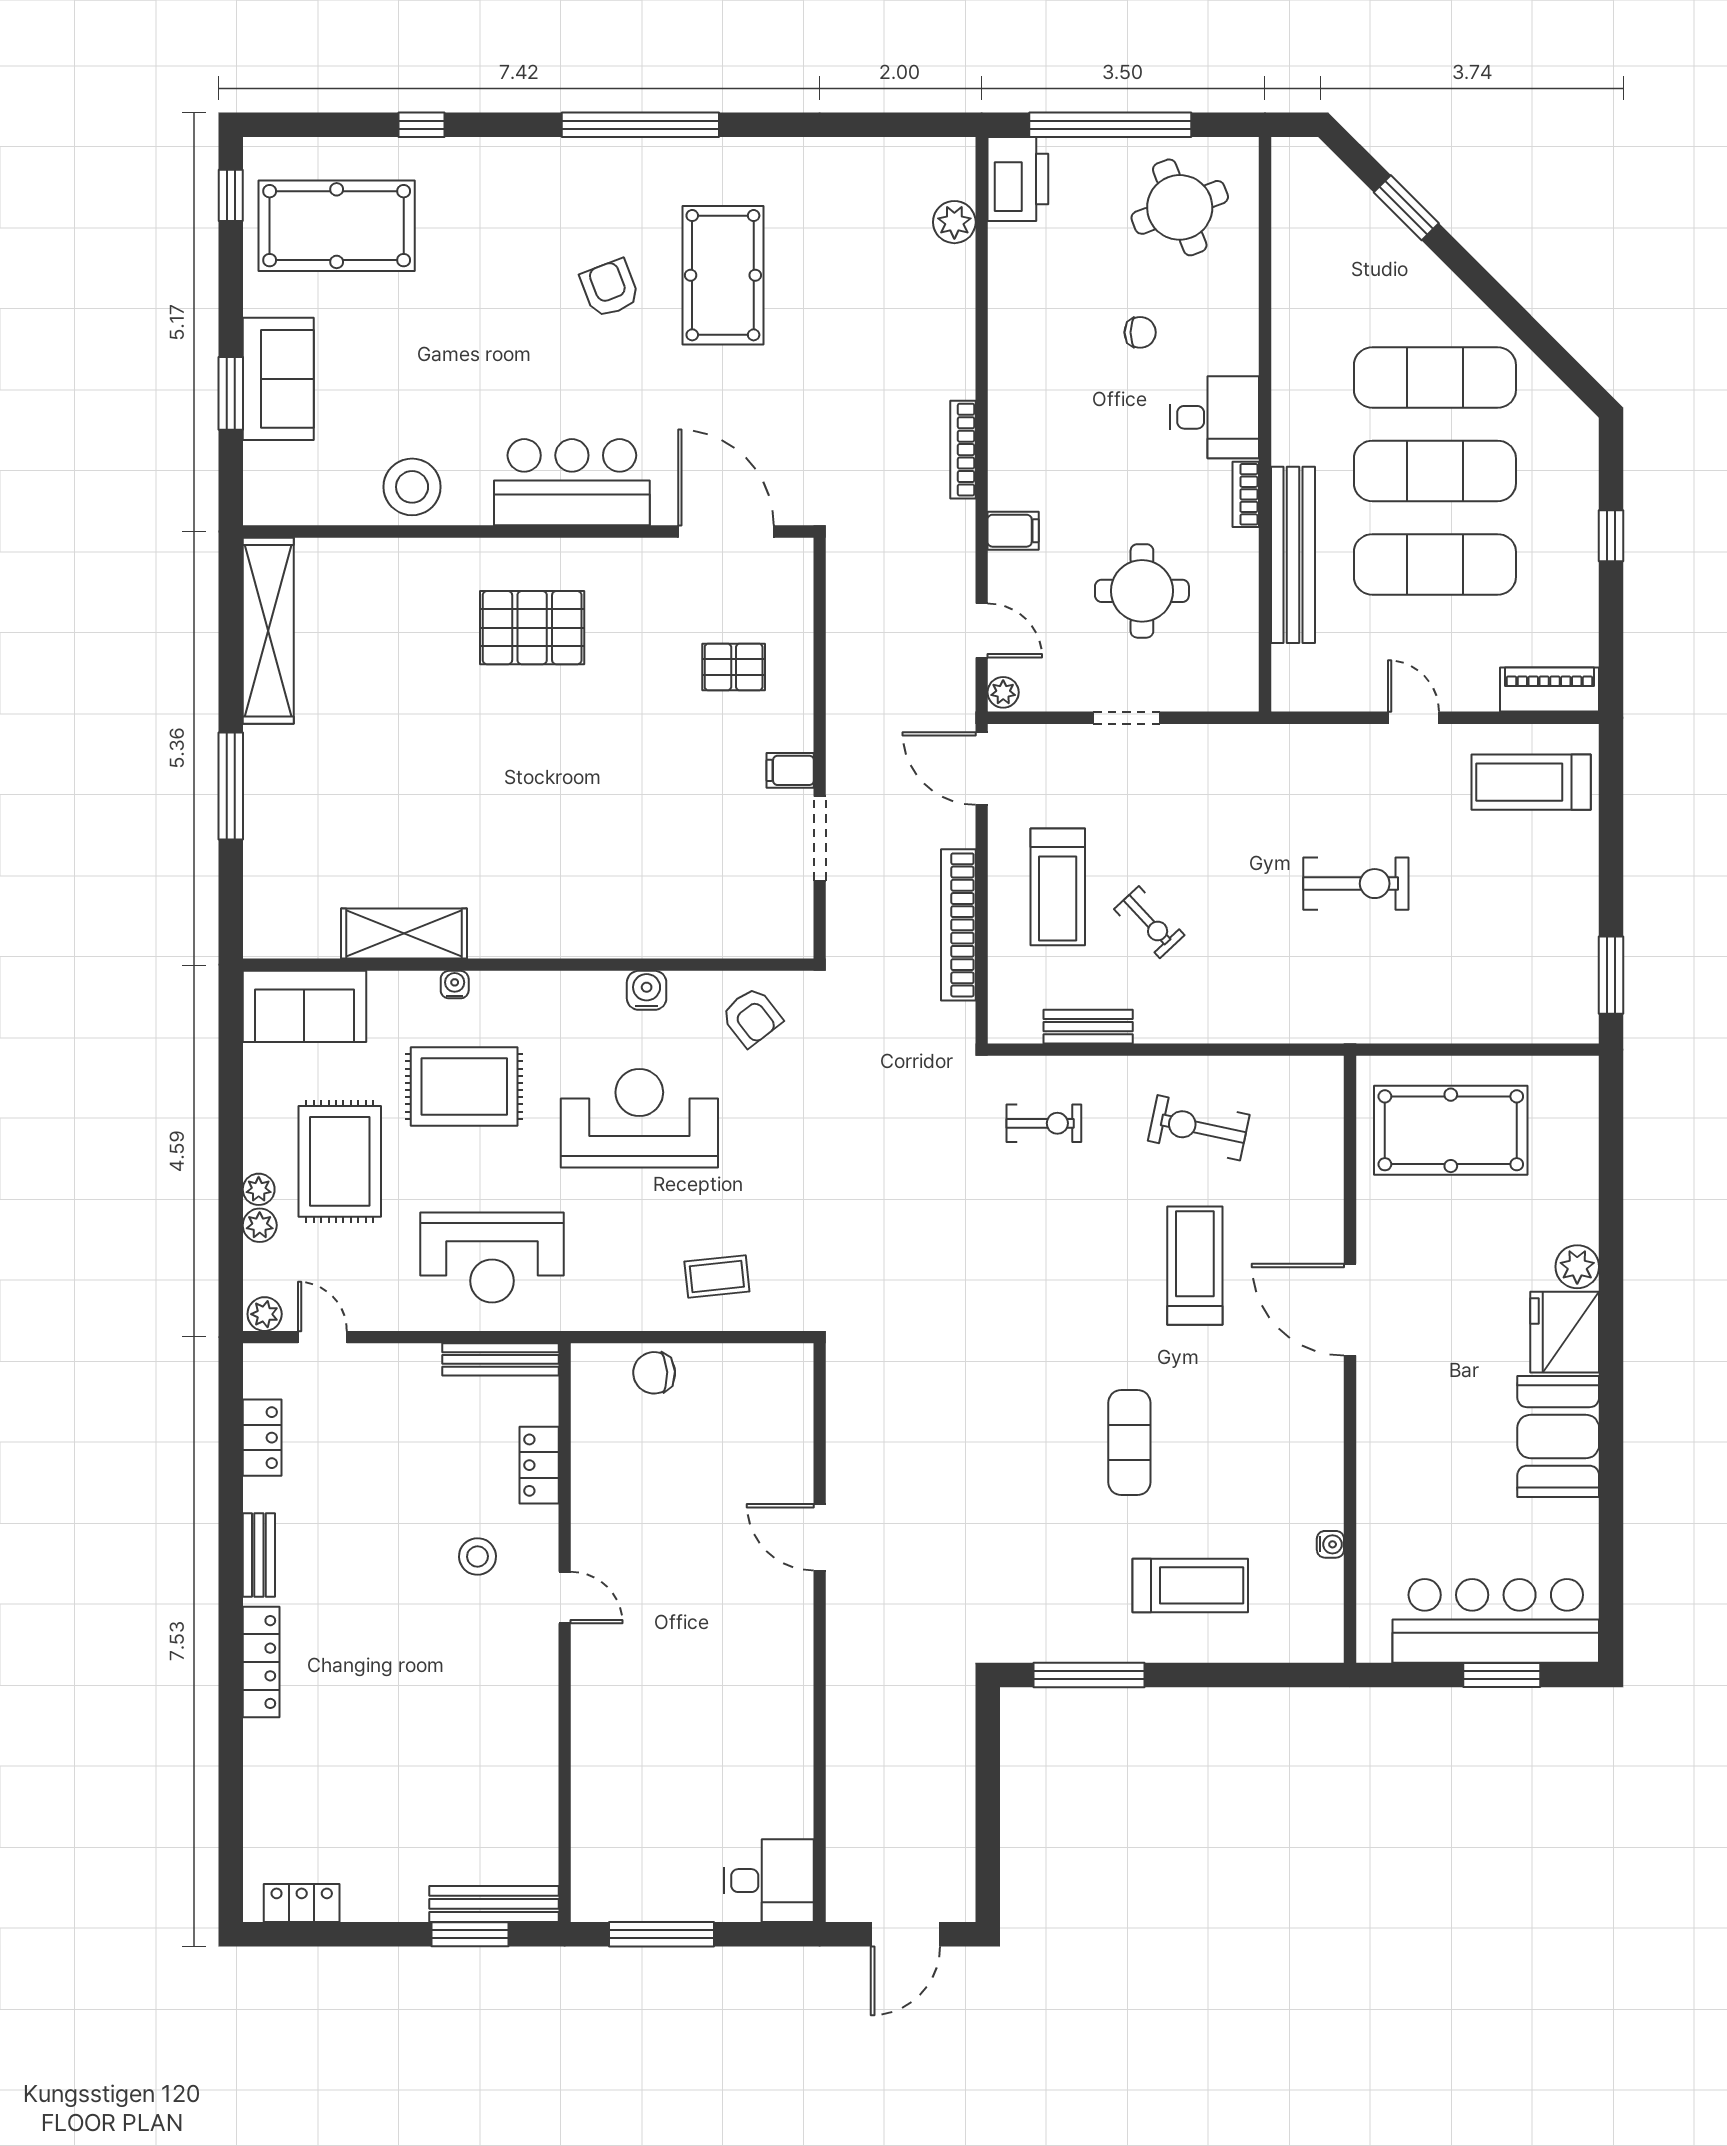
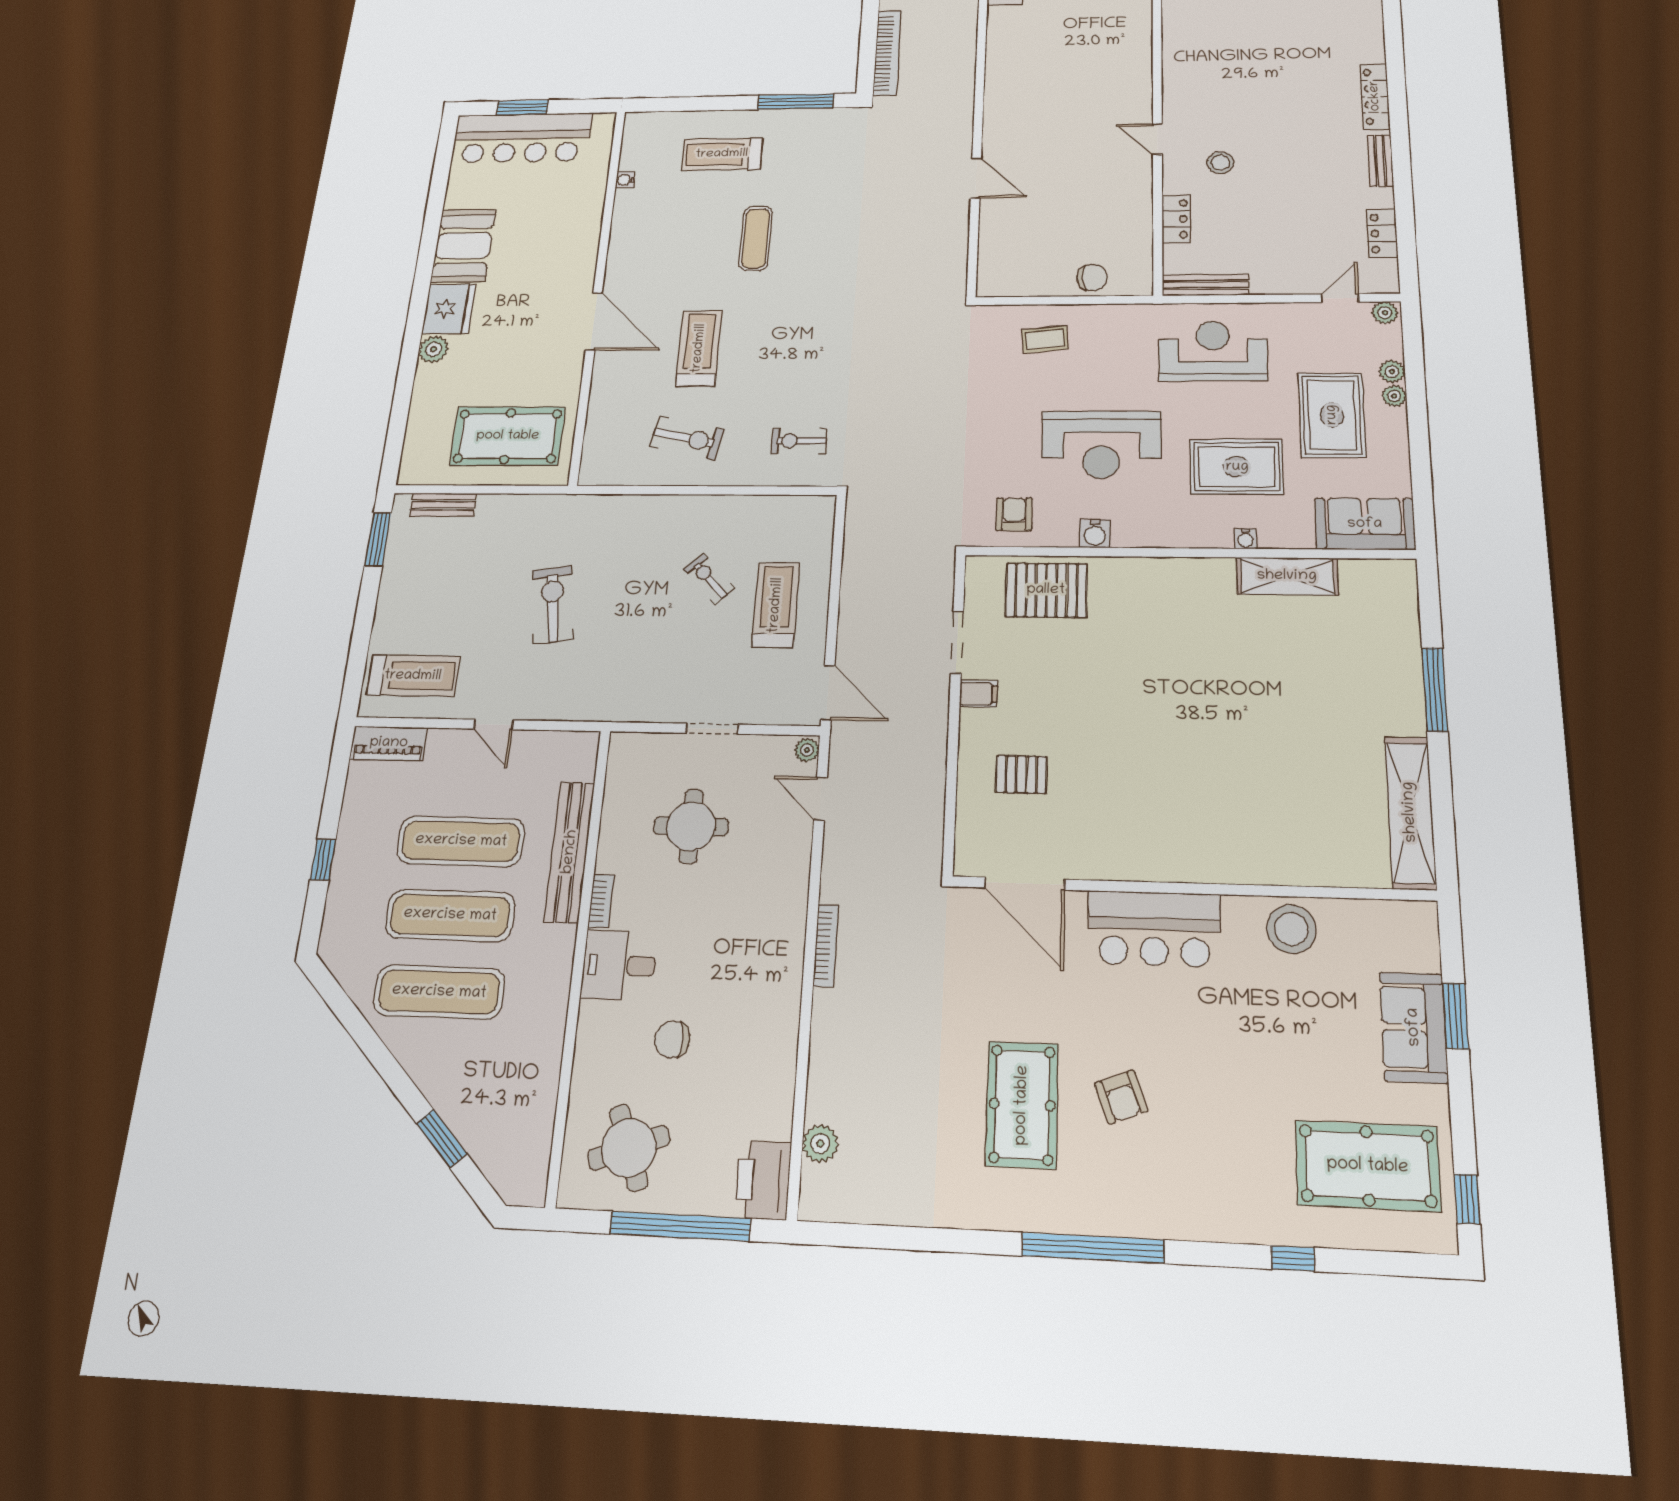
chair: (1140, 332) -> (672, 1039), width x1.37, depth x1.37
filing cabinet: (1013, 531) -> (790, 877), removed
pallet: (532, 628) -> (1046, 590), moved
exercise bike: (1356, 884) -> (553, 605), turned 82
bookcase: (958, 925) -> (887, 53), moved
armchair: (752, 1017) -> (1014, 514), turned 38
bench: (1088, 1027) -> (443, 505), moved
treadmill: (1195, 1266) -> (699, 348), turned 180
door: (322, 1337) -> (1340, 298), swing flipped

